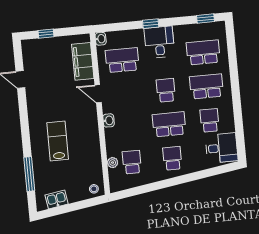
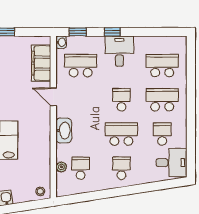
window: (206, 18) -> (78, 32), moved
washbasin: (109, 120) -> (64, 131), width x1.91, depth x1.45

